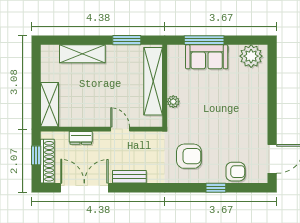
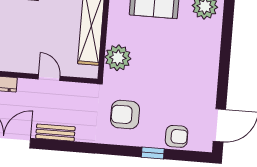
plant: (173, 102) -> (118, 58), width x1.88, depth x1.88
armchair: (189, 156) -> (125, 115), turned 180

